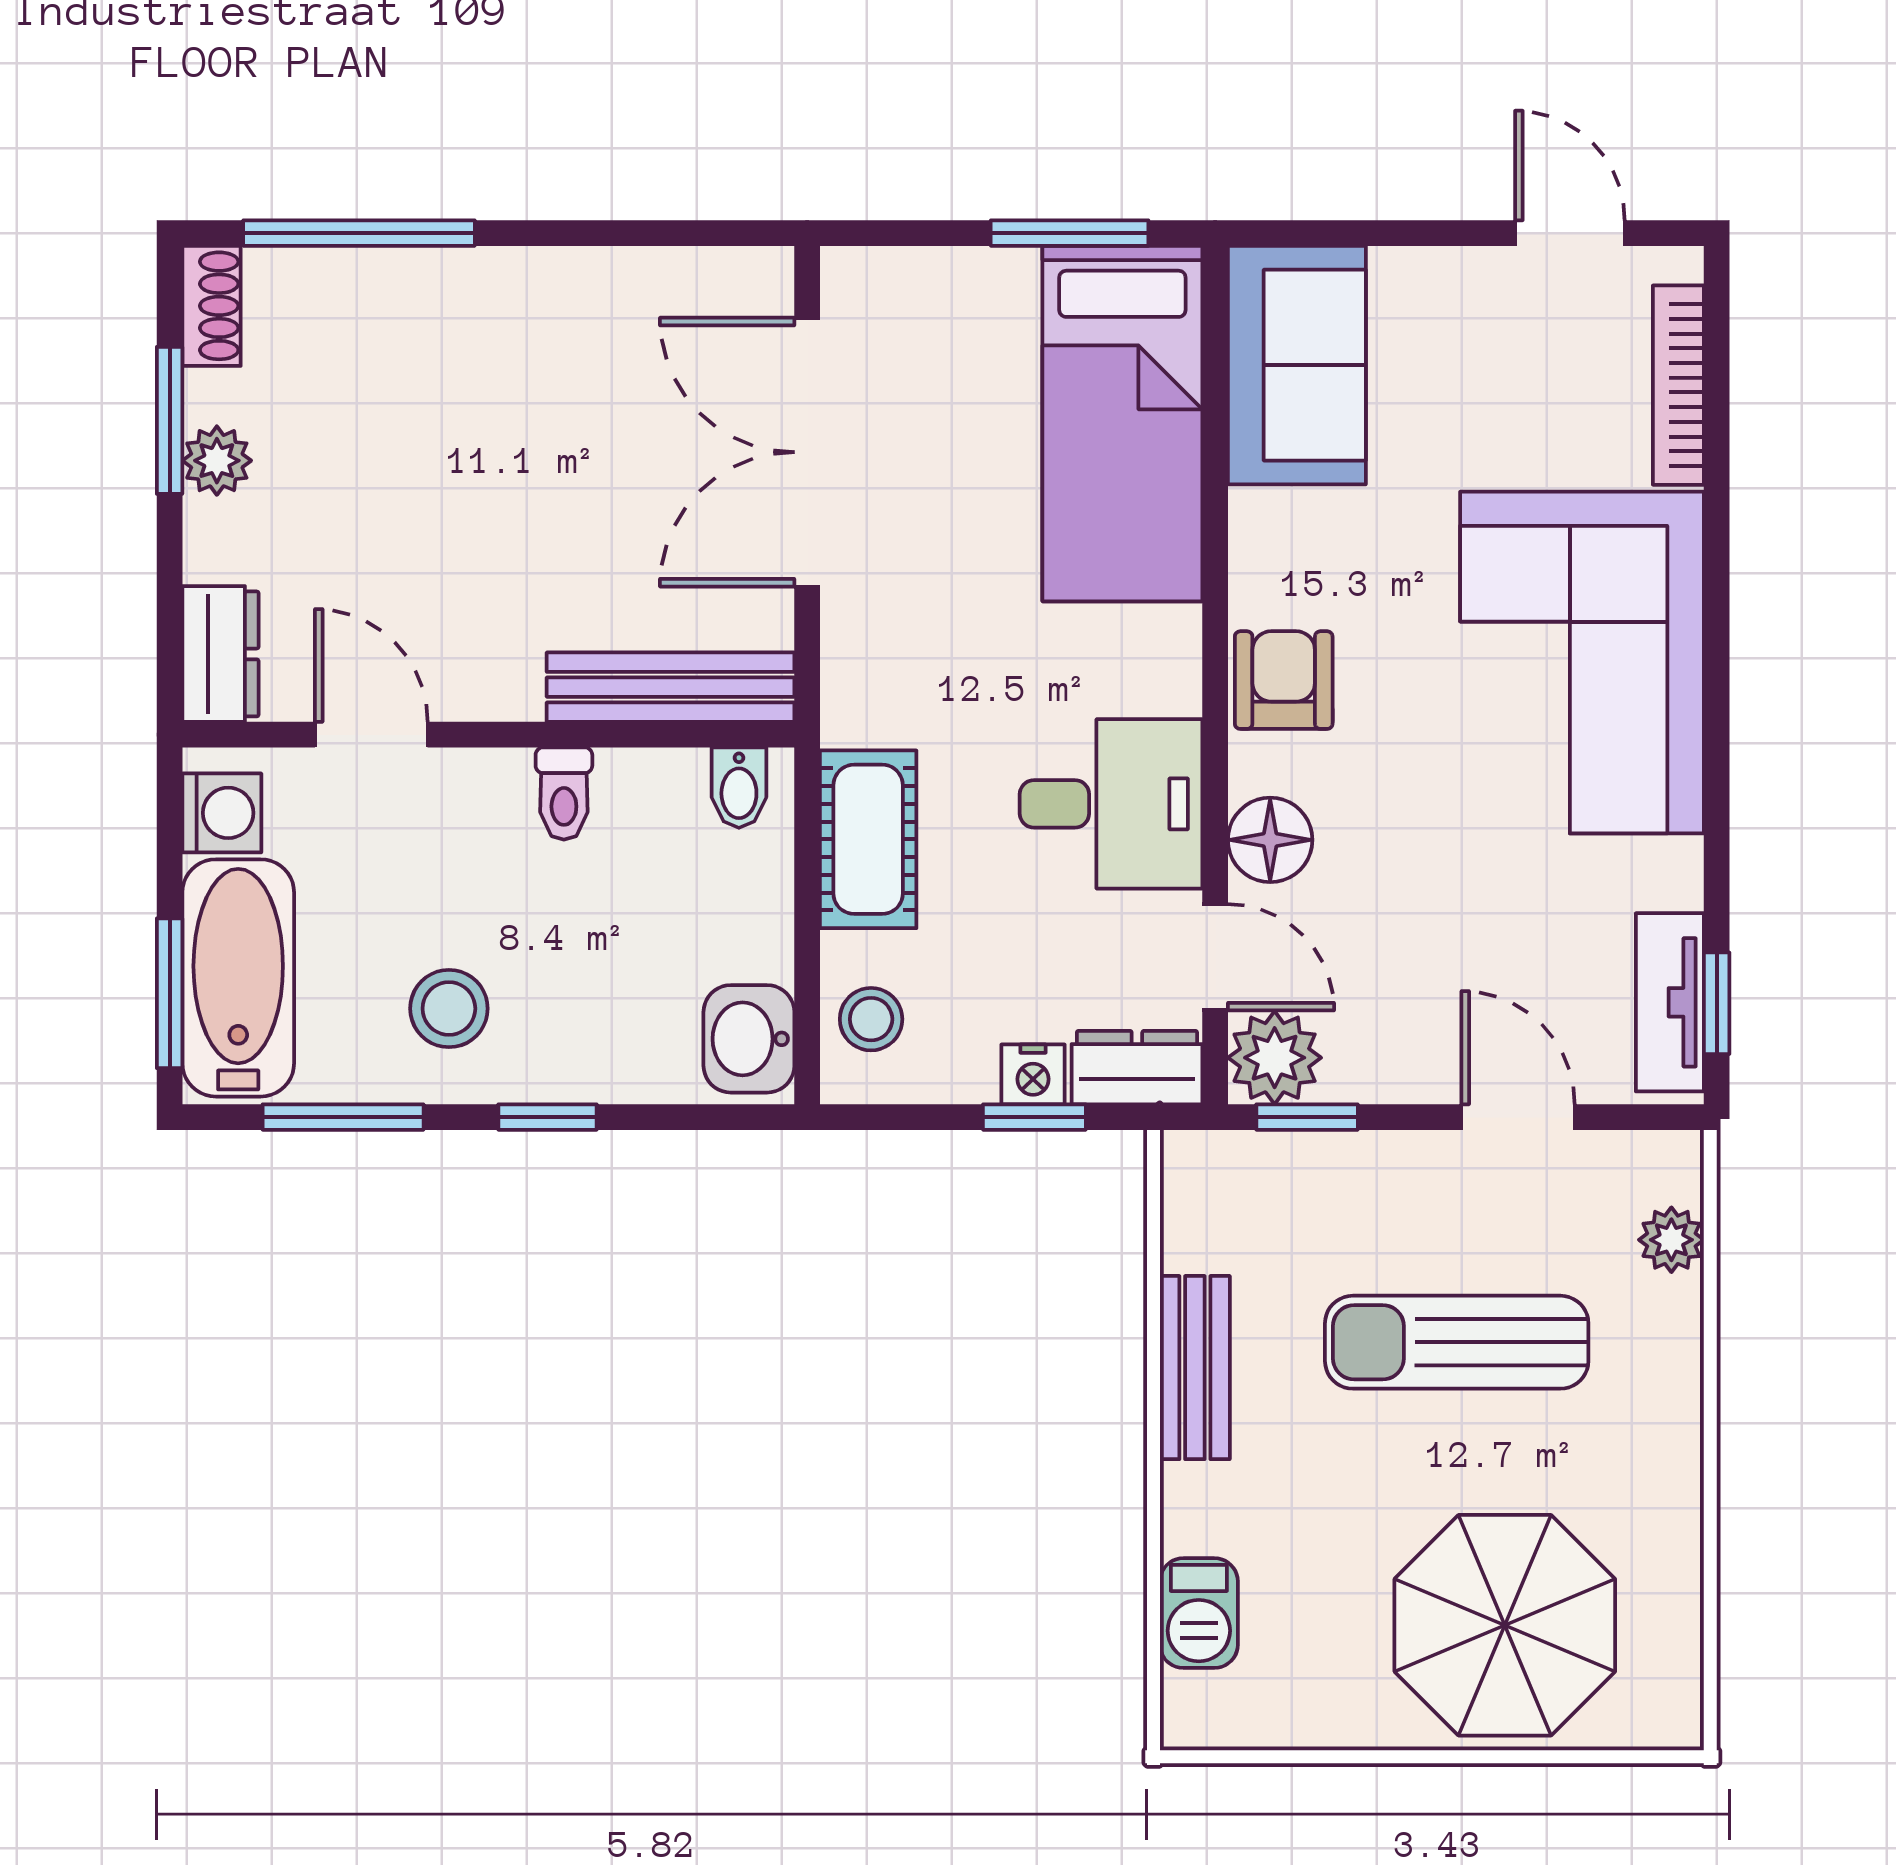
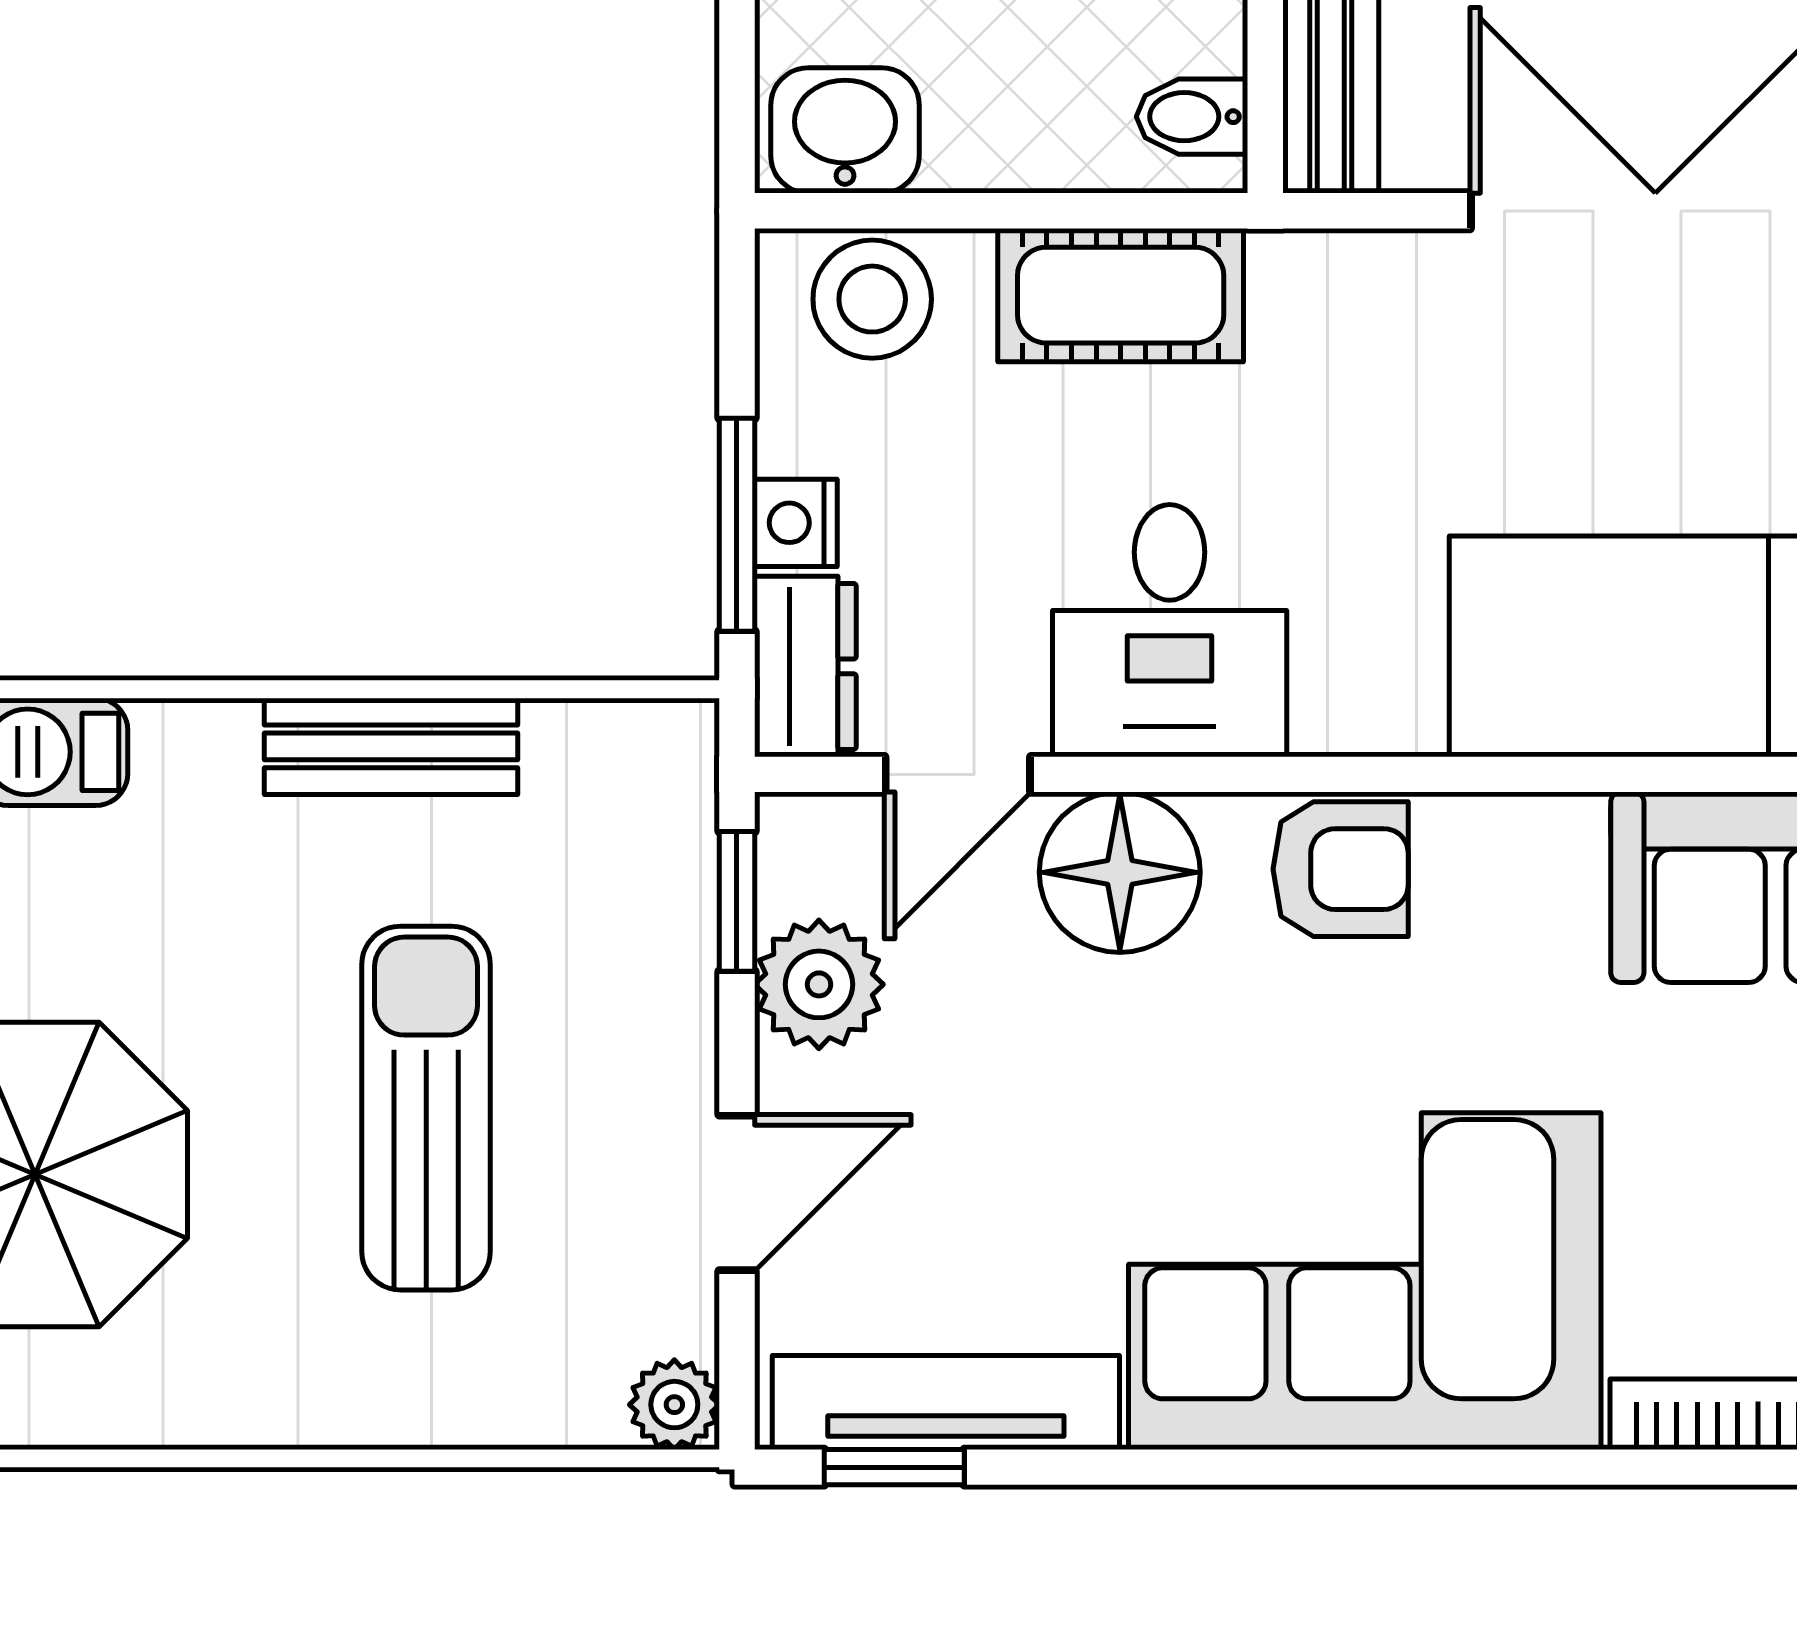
floor lamp: (1270, 840) -> (1120, 872), width x1.38, depth x1.38
tv unit: (1670, 1002) -> (946, 1403), width x1.41
stool: (871, 1019) -> (872, 299), width x1.37, depth x1.37
plant: (1275, 1058) -> (819, 984), moved
window: (1034, 1117) -> (737, 525), width x1.50
plant: (1671, 1240) -> (674, 1405), moved

